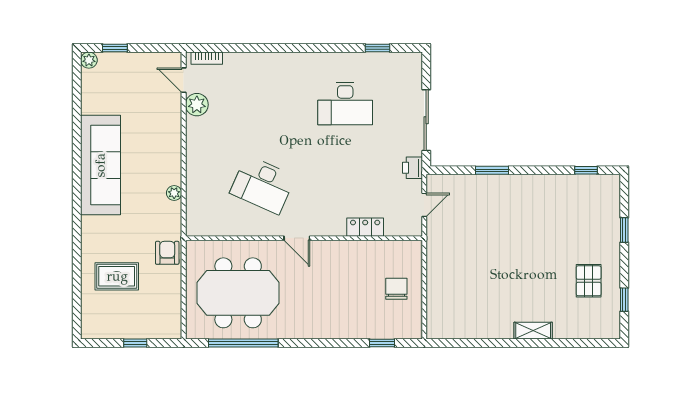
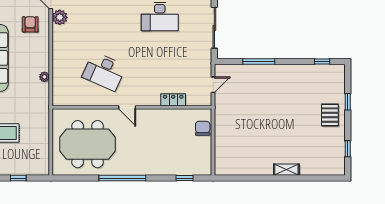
printer: (412, 168) -> (205, 60), removed
window: (492, 170) -> (259, 62), width x1.44
armchair: (167, 253) -> (30, 24), moved
pallet: (589, 281) -> (330, 115), moved
chair: (396, 289) -> (203, 128), moved
window: (243, 343) -> (122, 178), moved

